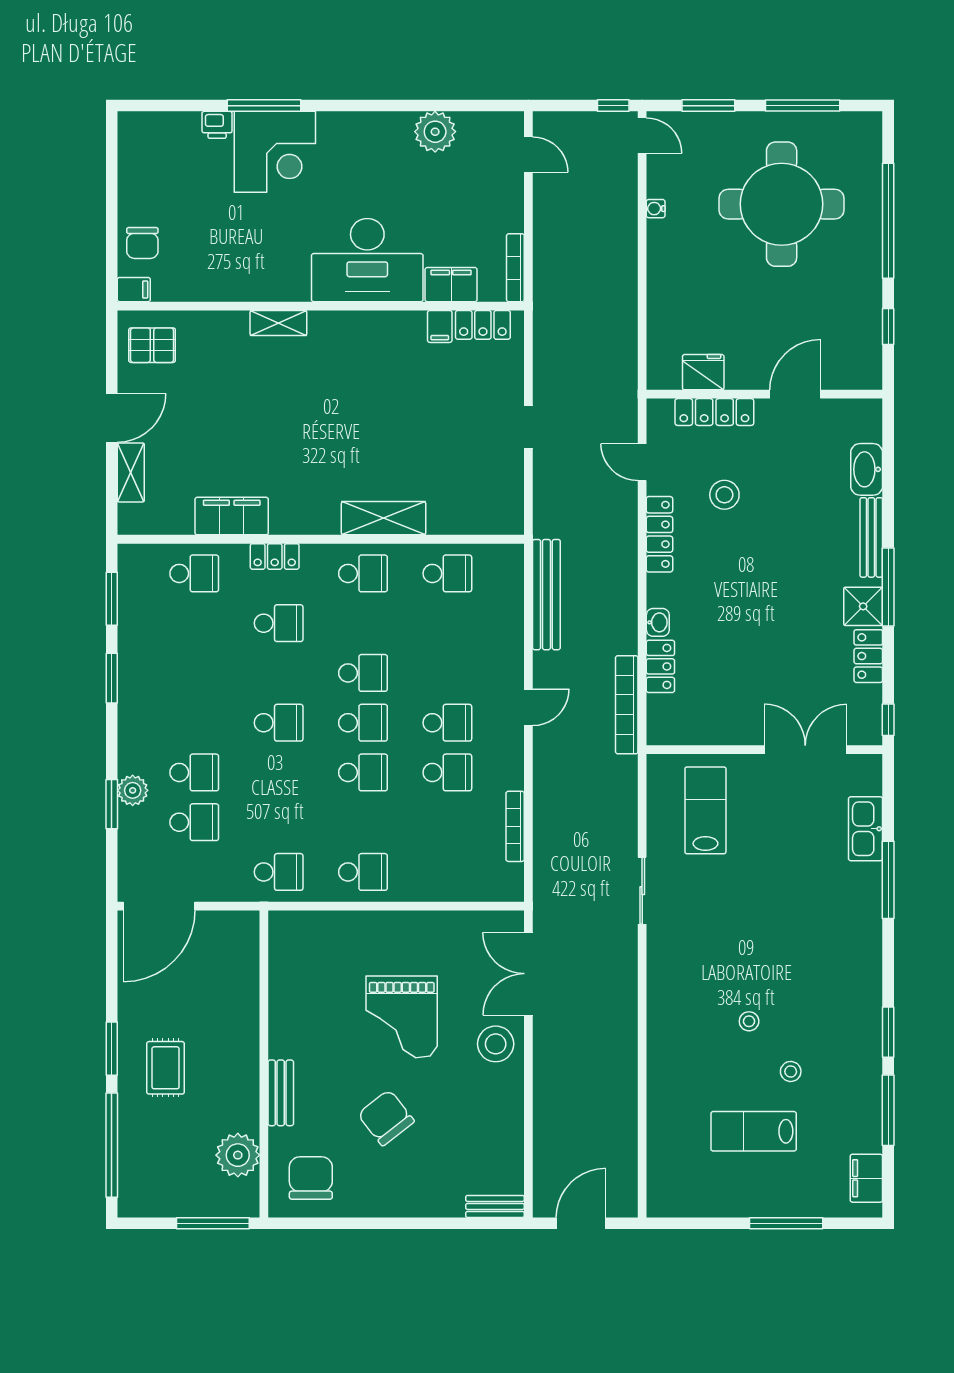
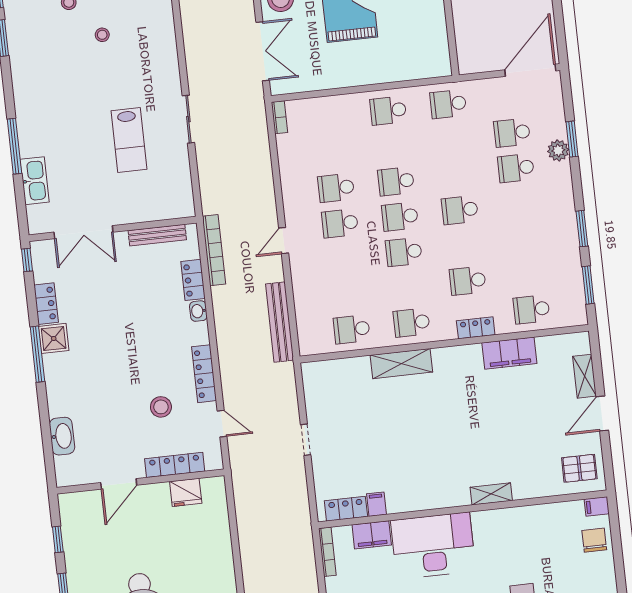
bench: (871, 537) -> (157, 235), moved, turned 90
lab bench: (705, 810) -> (129, 140), moved
bookcase: (515, 826) -> (280, 117), moved, width x0.64

